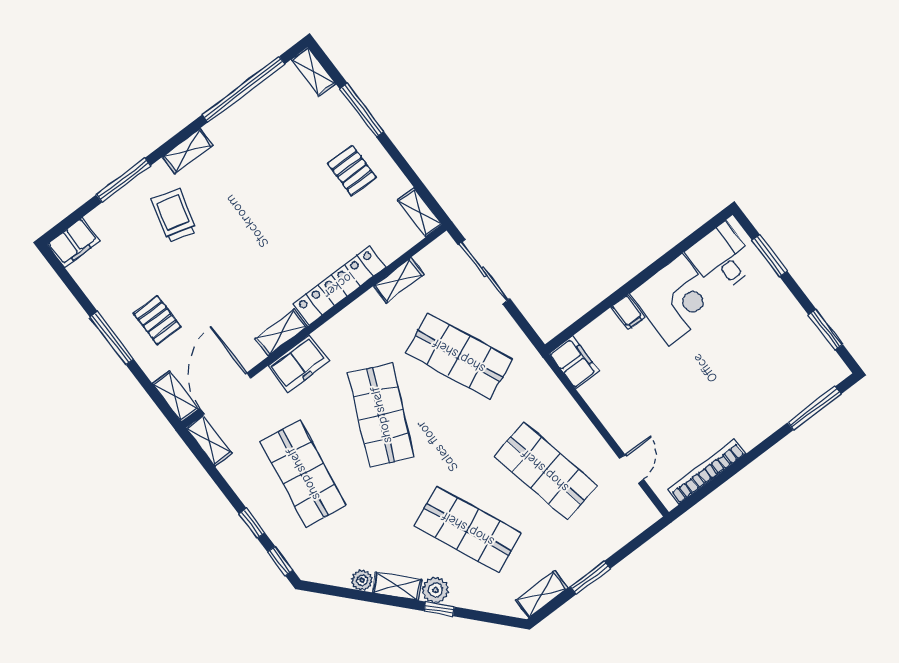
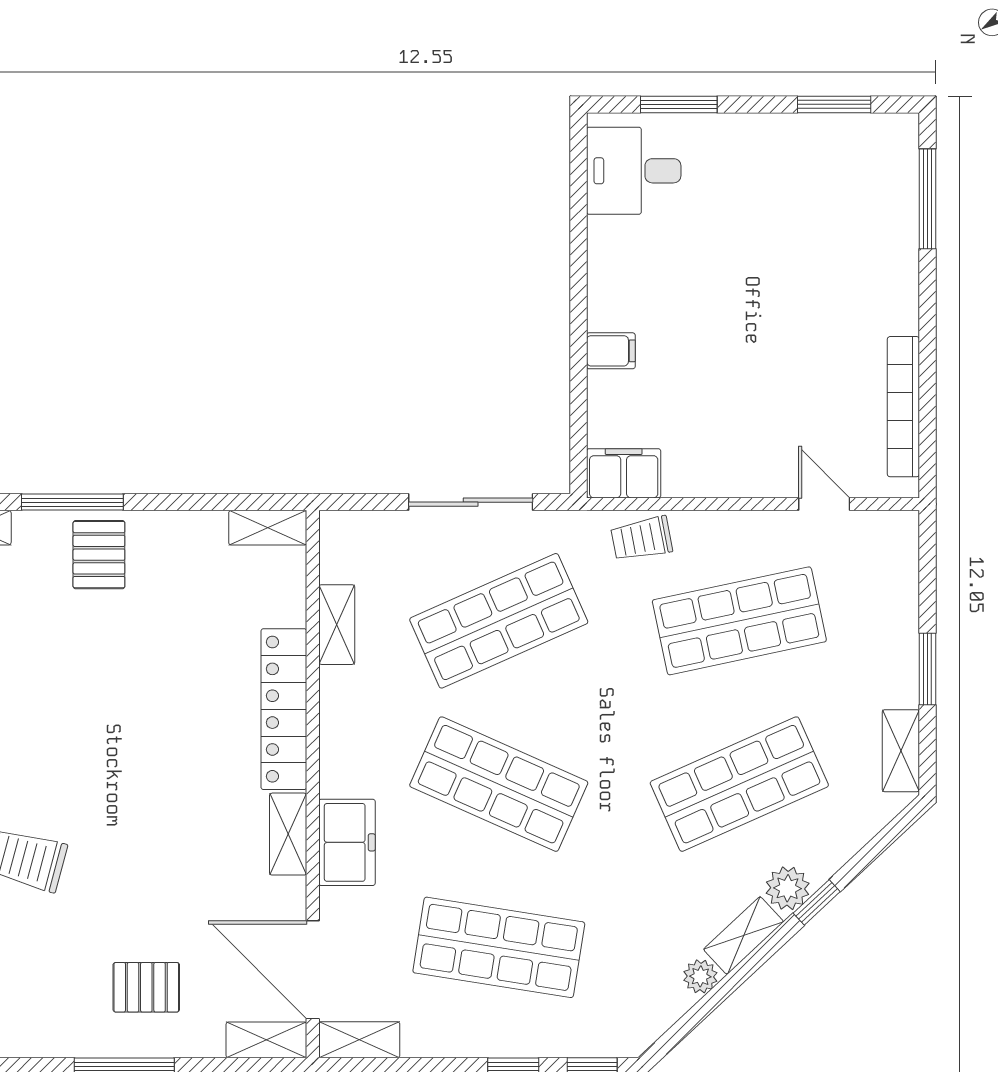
pallet: (352, 170) -> (99, 555), moved, turned 90
sliding door: (484, 272) -> (471, 502), moved
corner desk: (676, 299) -> (642, 274), removed
trolley: (549, 394) -> (642, 539), added

